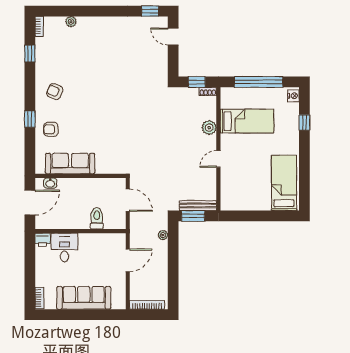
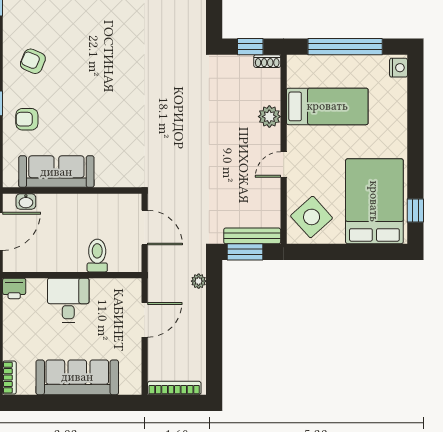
window: (304, 122) -> (415, 210), moved
bed: (284, 183) -> (374, 201), width x1.50
side table: (237, 193) -> (312, 217), added
desk: (64, 248) -> (68, 300), moved

